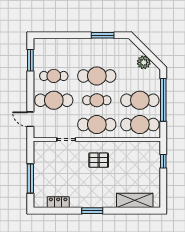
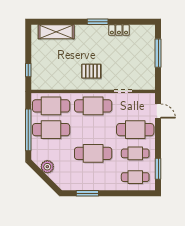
cafe table: (97, 100) -> (135, 177), moved
locker: (58, 202) -> (119, 30), moved

